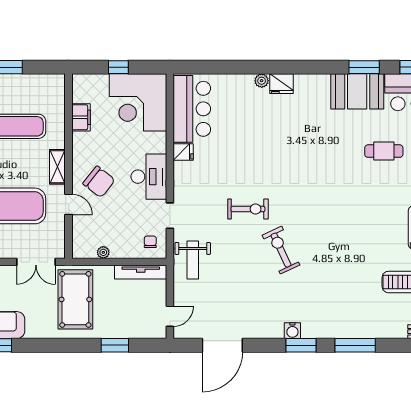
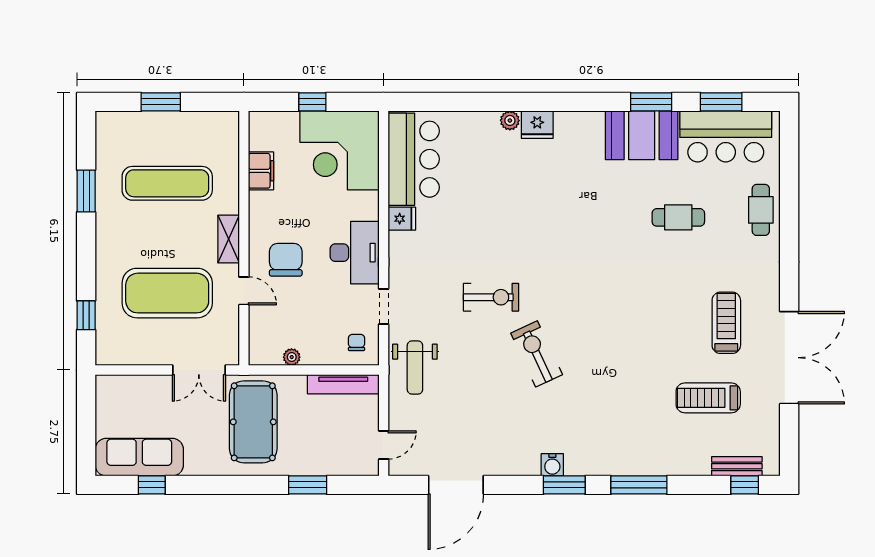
chair: (99, 182) -> (286, 260), turned -128

